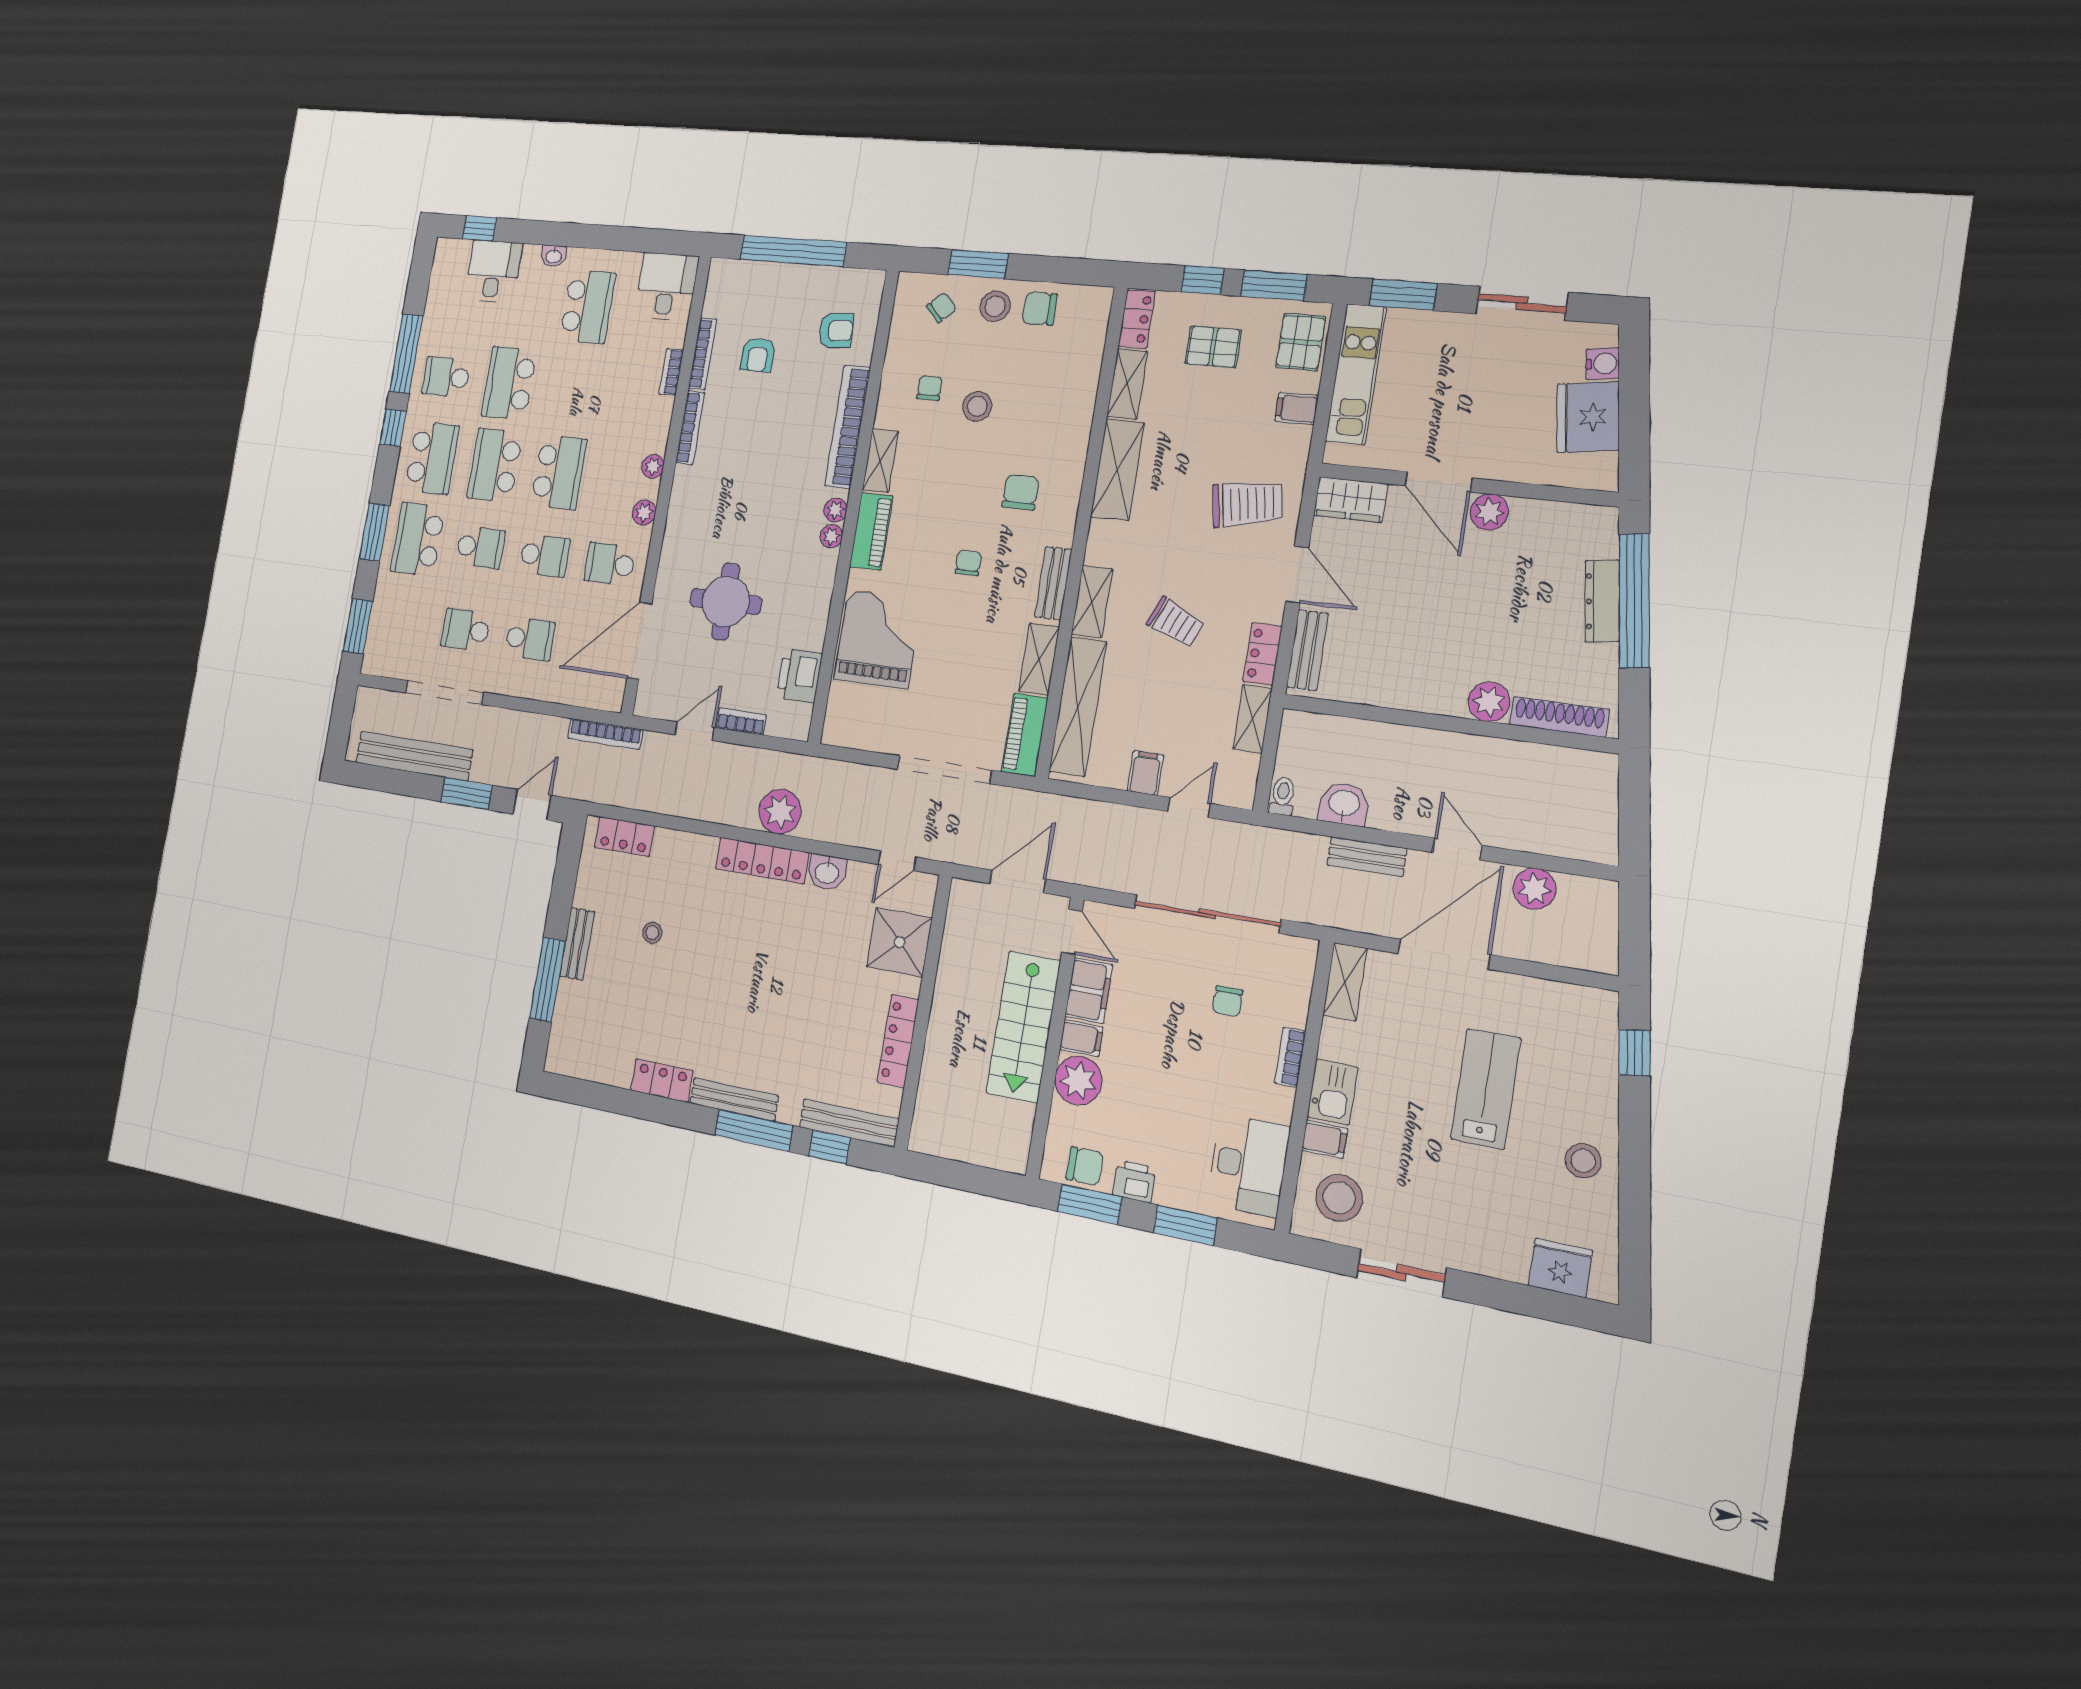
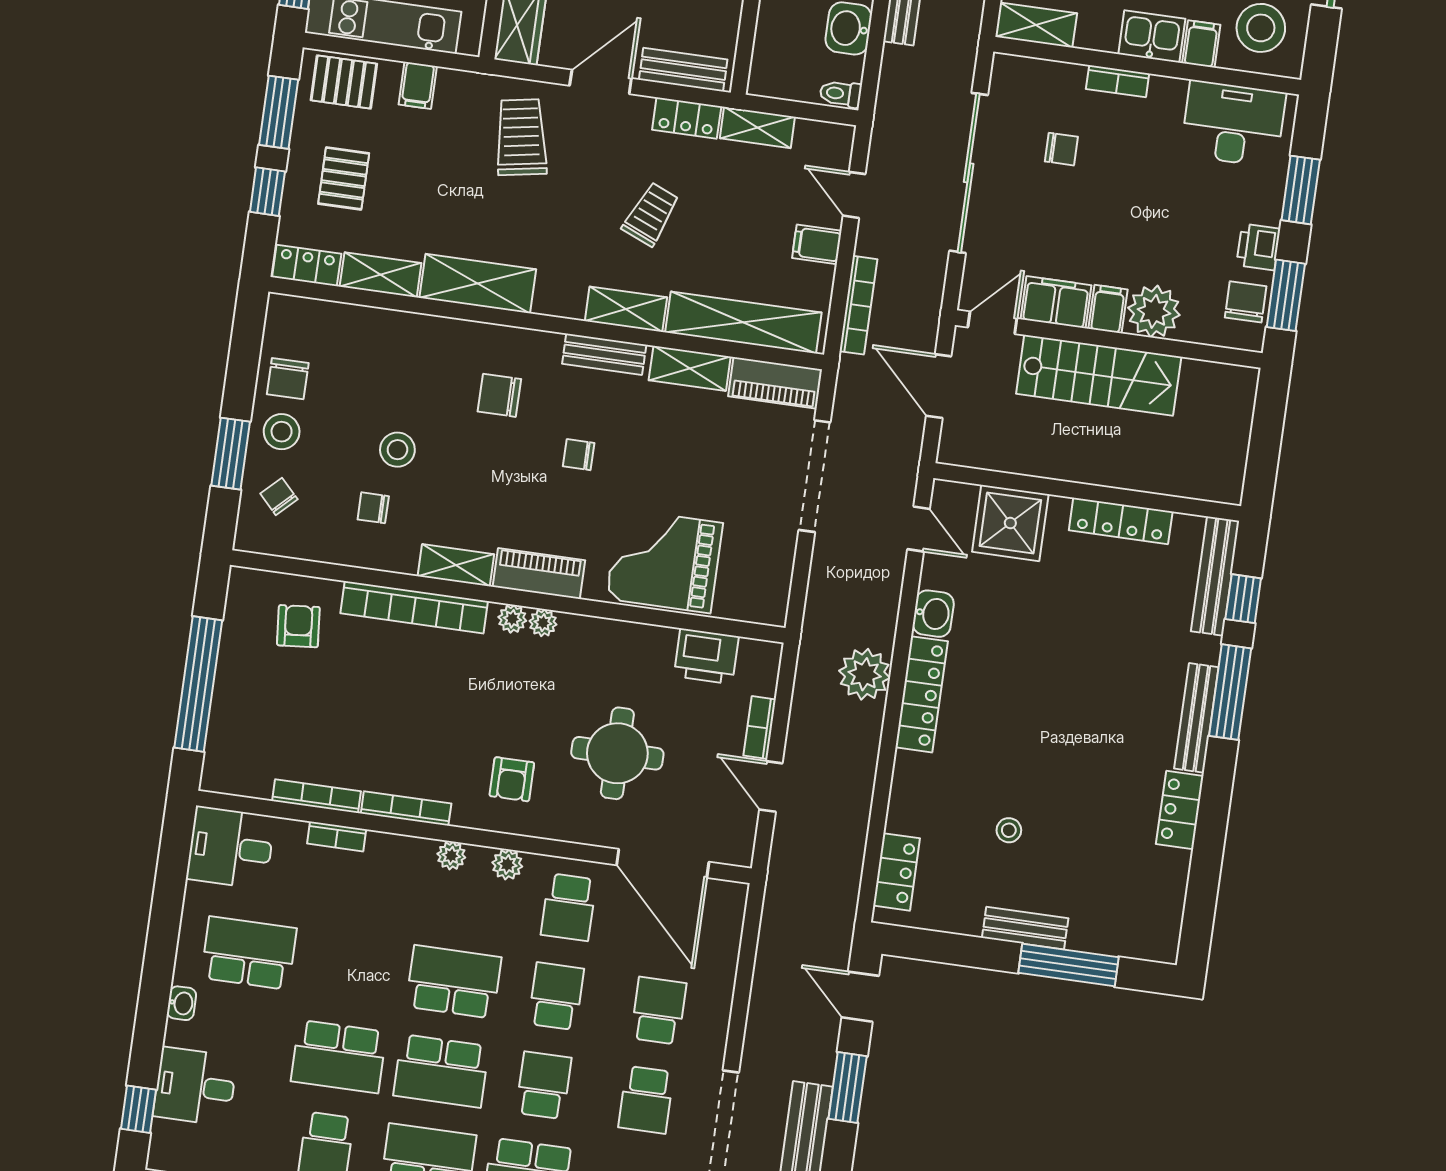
armchair: (758, 355) -> (512, 779), moved, turned 90
bookcase: (605, 734) -> (858, 305), moved

